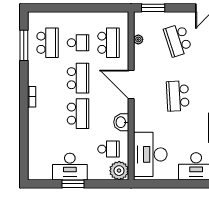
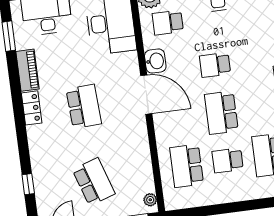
plant: (138, 39) -> (150, 200), moved
door: (131, 84) -> (146, 95), moved
school desk: (78, 114) -> (215, 65), width x0.54

